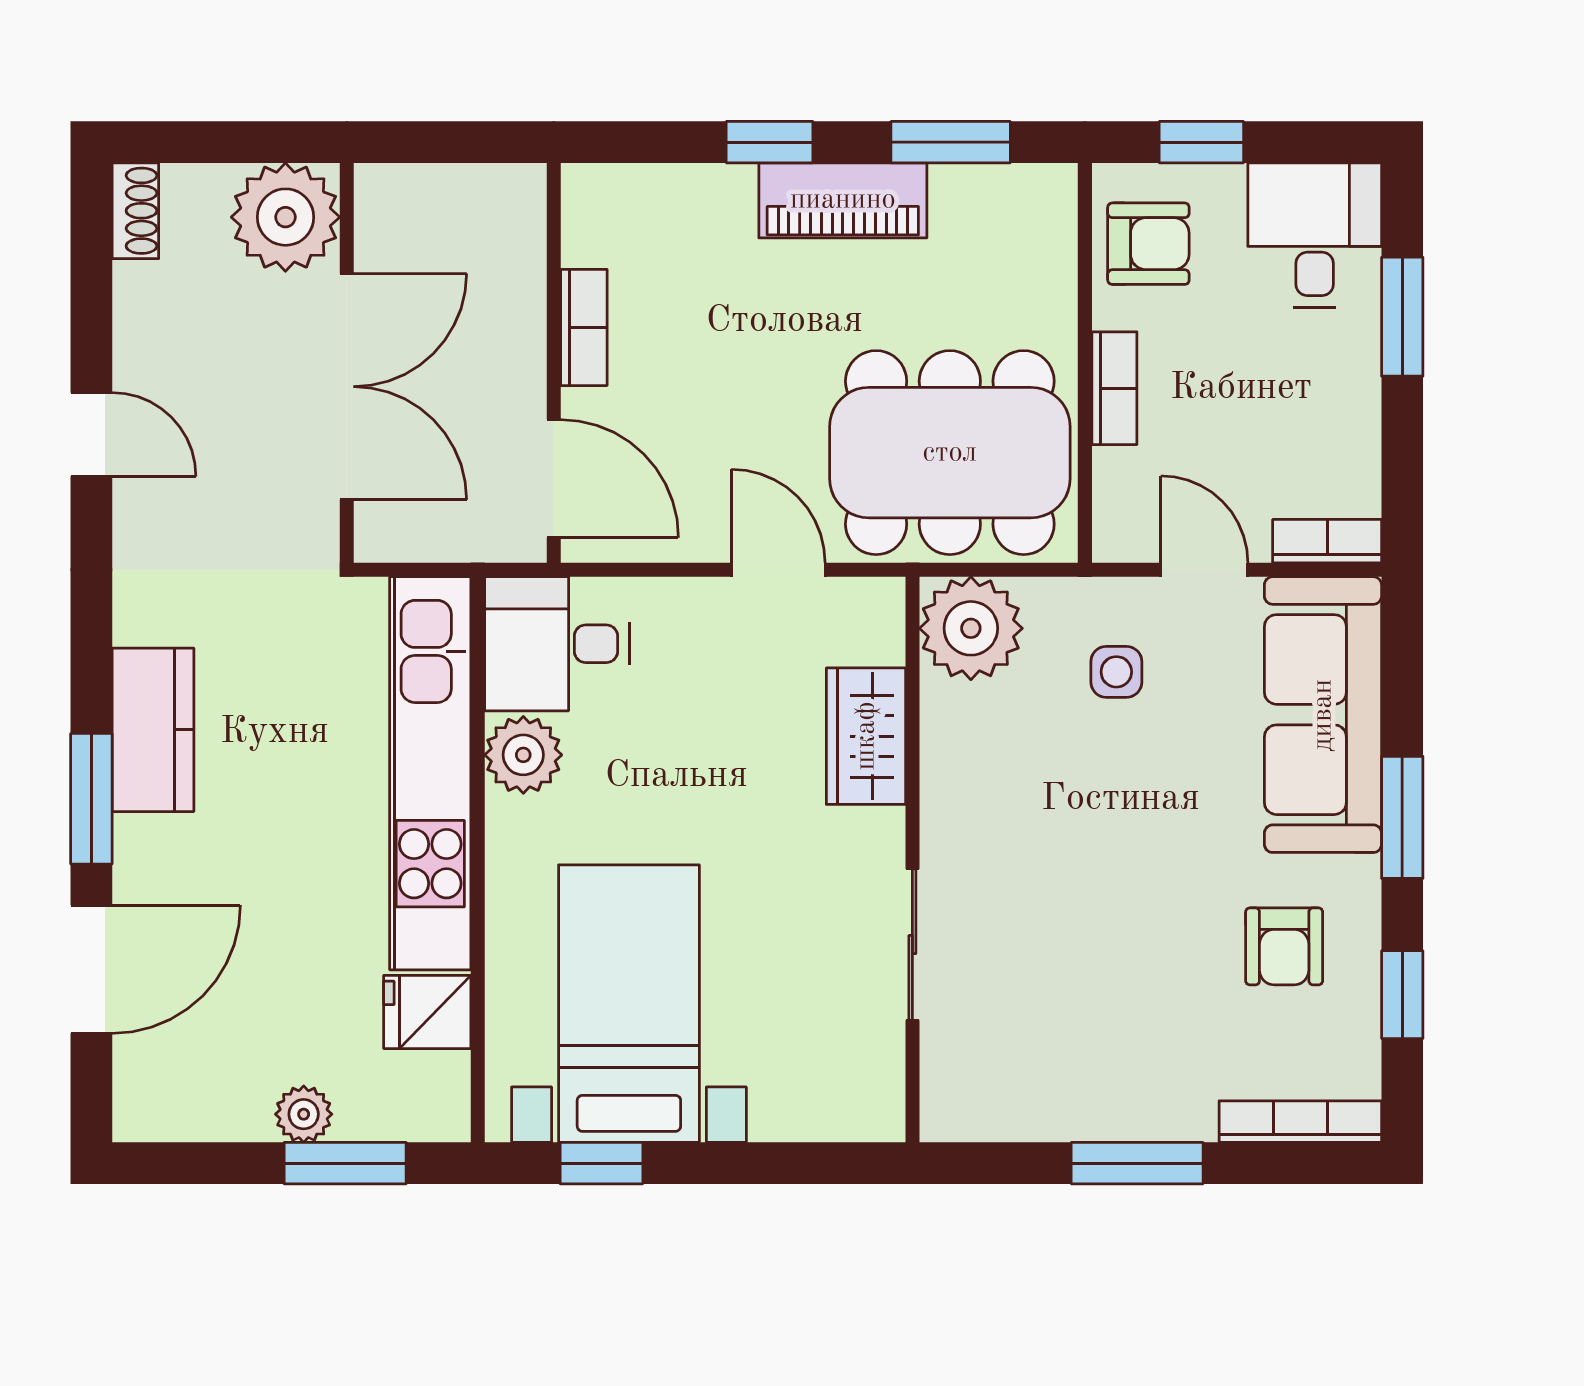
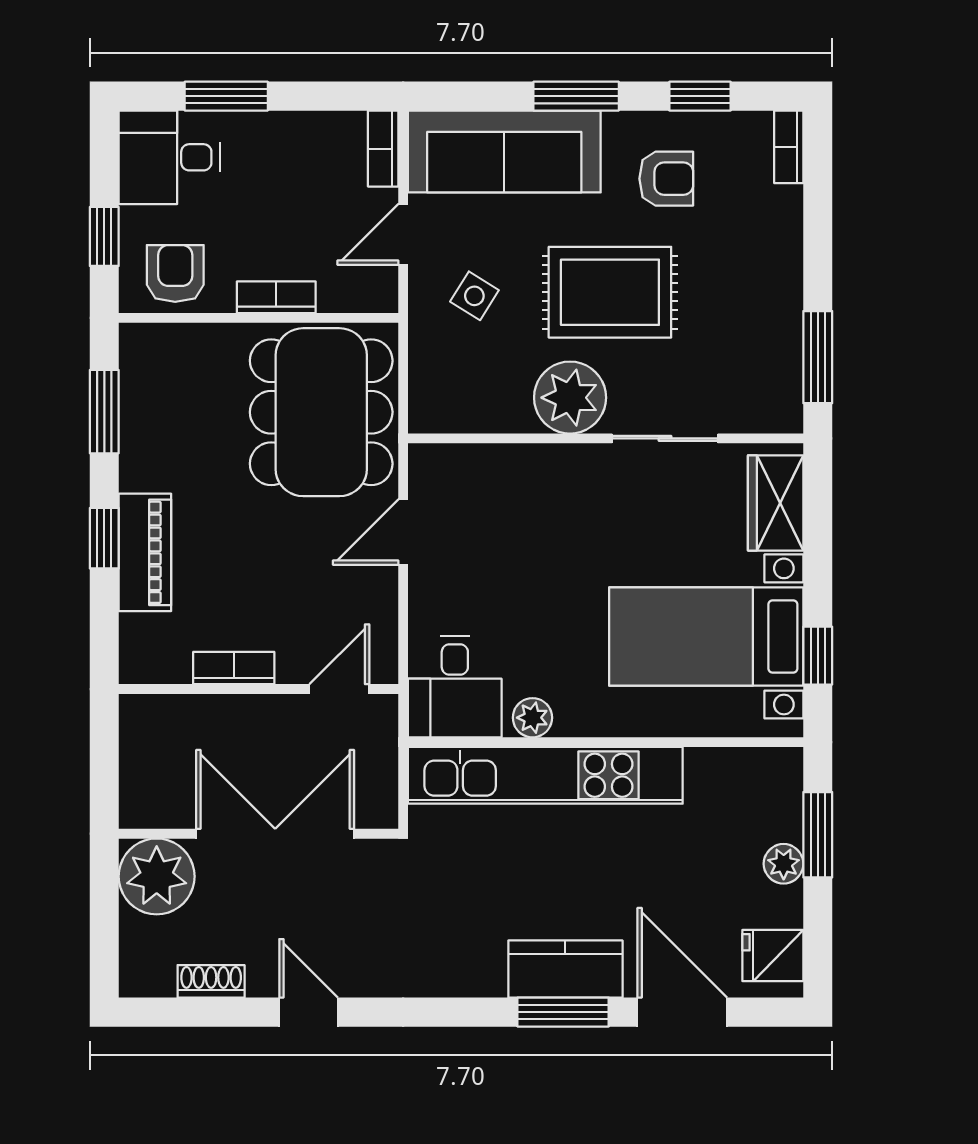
piano: (843, 200) -> (145, 552), moved
shoe rack: (135, 211) -> (211, 981), moved
door: (91, 434) -> (309, 1012), hinge flipped
door: (554, 479) -> (339, 689), width x0.73
plant: (971, 628) -> (570, 398), moved
side table: (1116, 672) -> (474, 296), turned 32
kitchen counter: (153, 730) -> (565, 969), moved
wardrobe: (866, 736) -> (776, 503), moved, turned 90
plant: (523, 755) -> (532, 718), width x0.73, depth x0.73
rug: (1122, 866) -> (610, 292), added
fridge: (427, 1012) -> (773, 956), moved, turned 90
bookcase: (1300, 1122) -> (789, 147), width x0.64
window: (1137, 1163) -> (818, 357), moved

